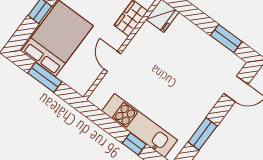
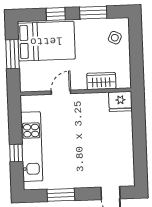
window: (226, 39) -> (140, 158), removed

